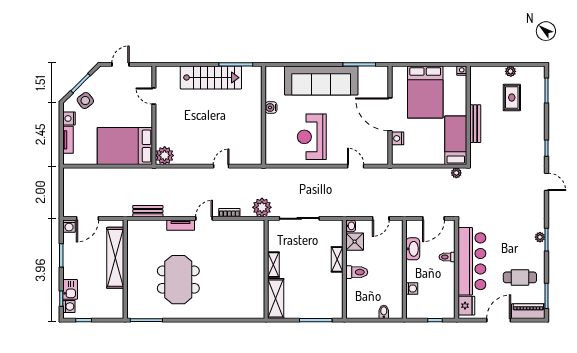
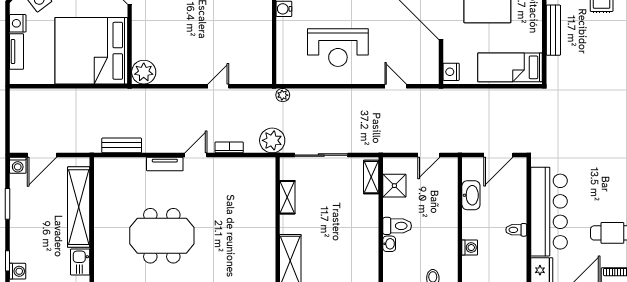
reception desk: (312, 137) -> (338, 48), turned -90
nightstand: (398, 138) -> (451, 72), moved
bed: (456, 140) -> (510, 67), moved, turned -90
bed: (125, 146) -> (91, 51), width x1.36
plant: (456, 173) -> (283, 95), moved
washbasin: (351, 226) -> (389, 244), moved
toilet: (447, 257) -> (516, 230), moved
shelving: (337, 259) -> (371, 177), moved
shelving: (273, 265) -> (287, 197), moved
meeting table: (178, 280) -> (162, 236), turned 90
kitchen sink: (70, 289) -> (80, 262), moved, turned 180

